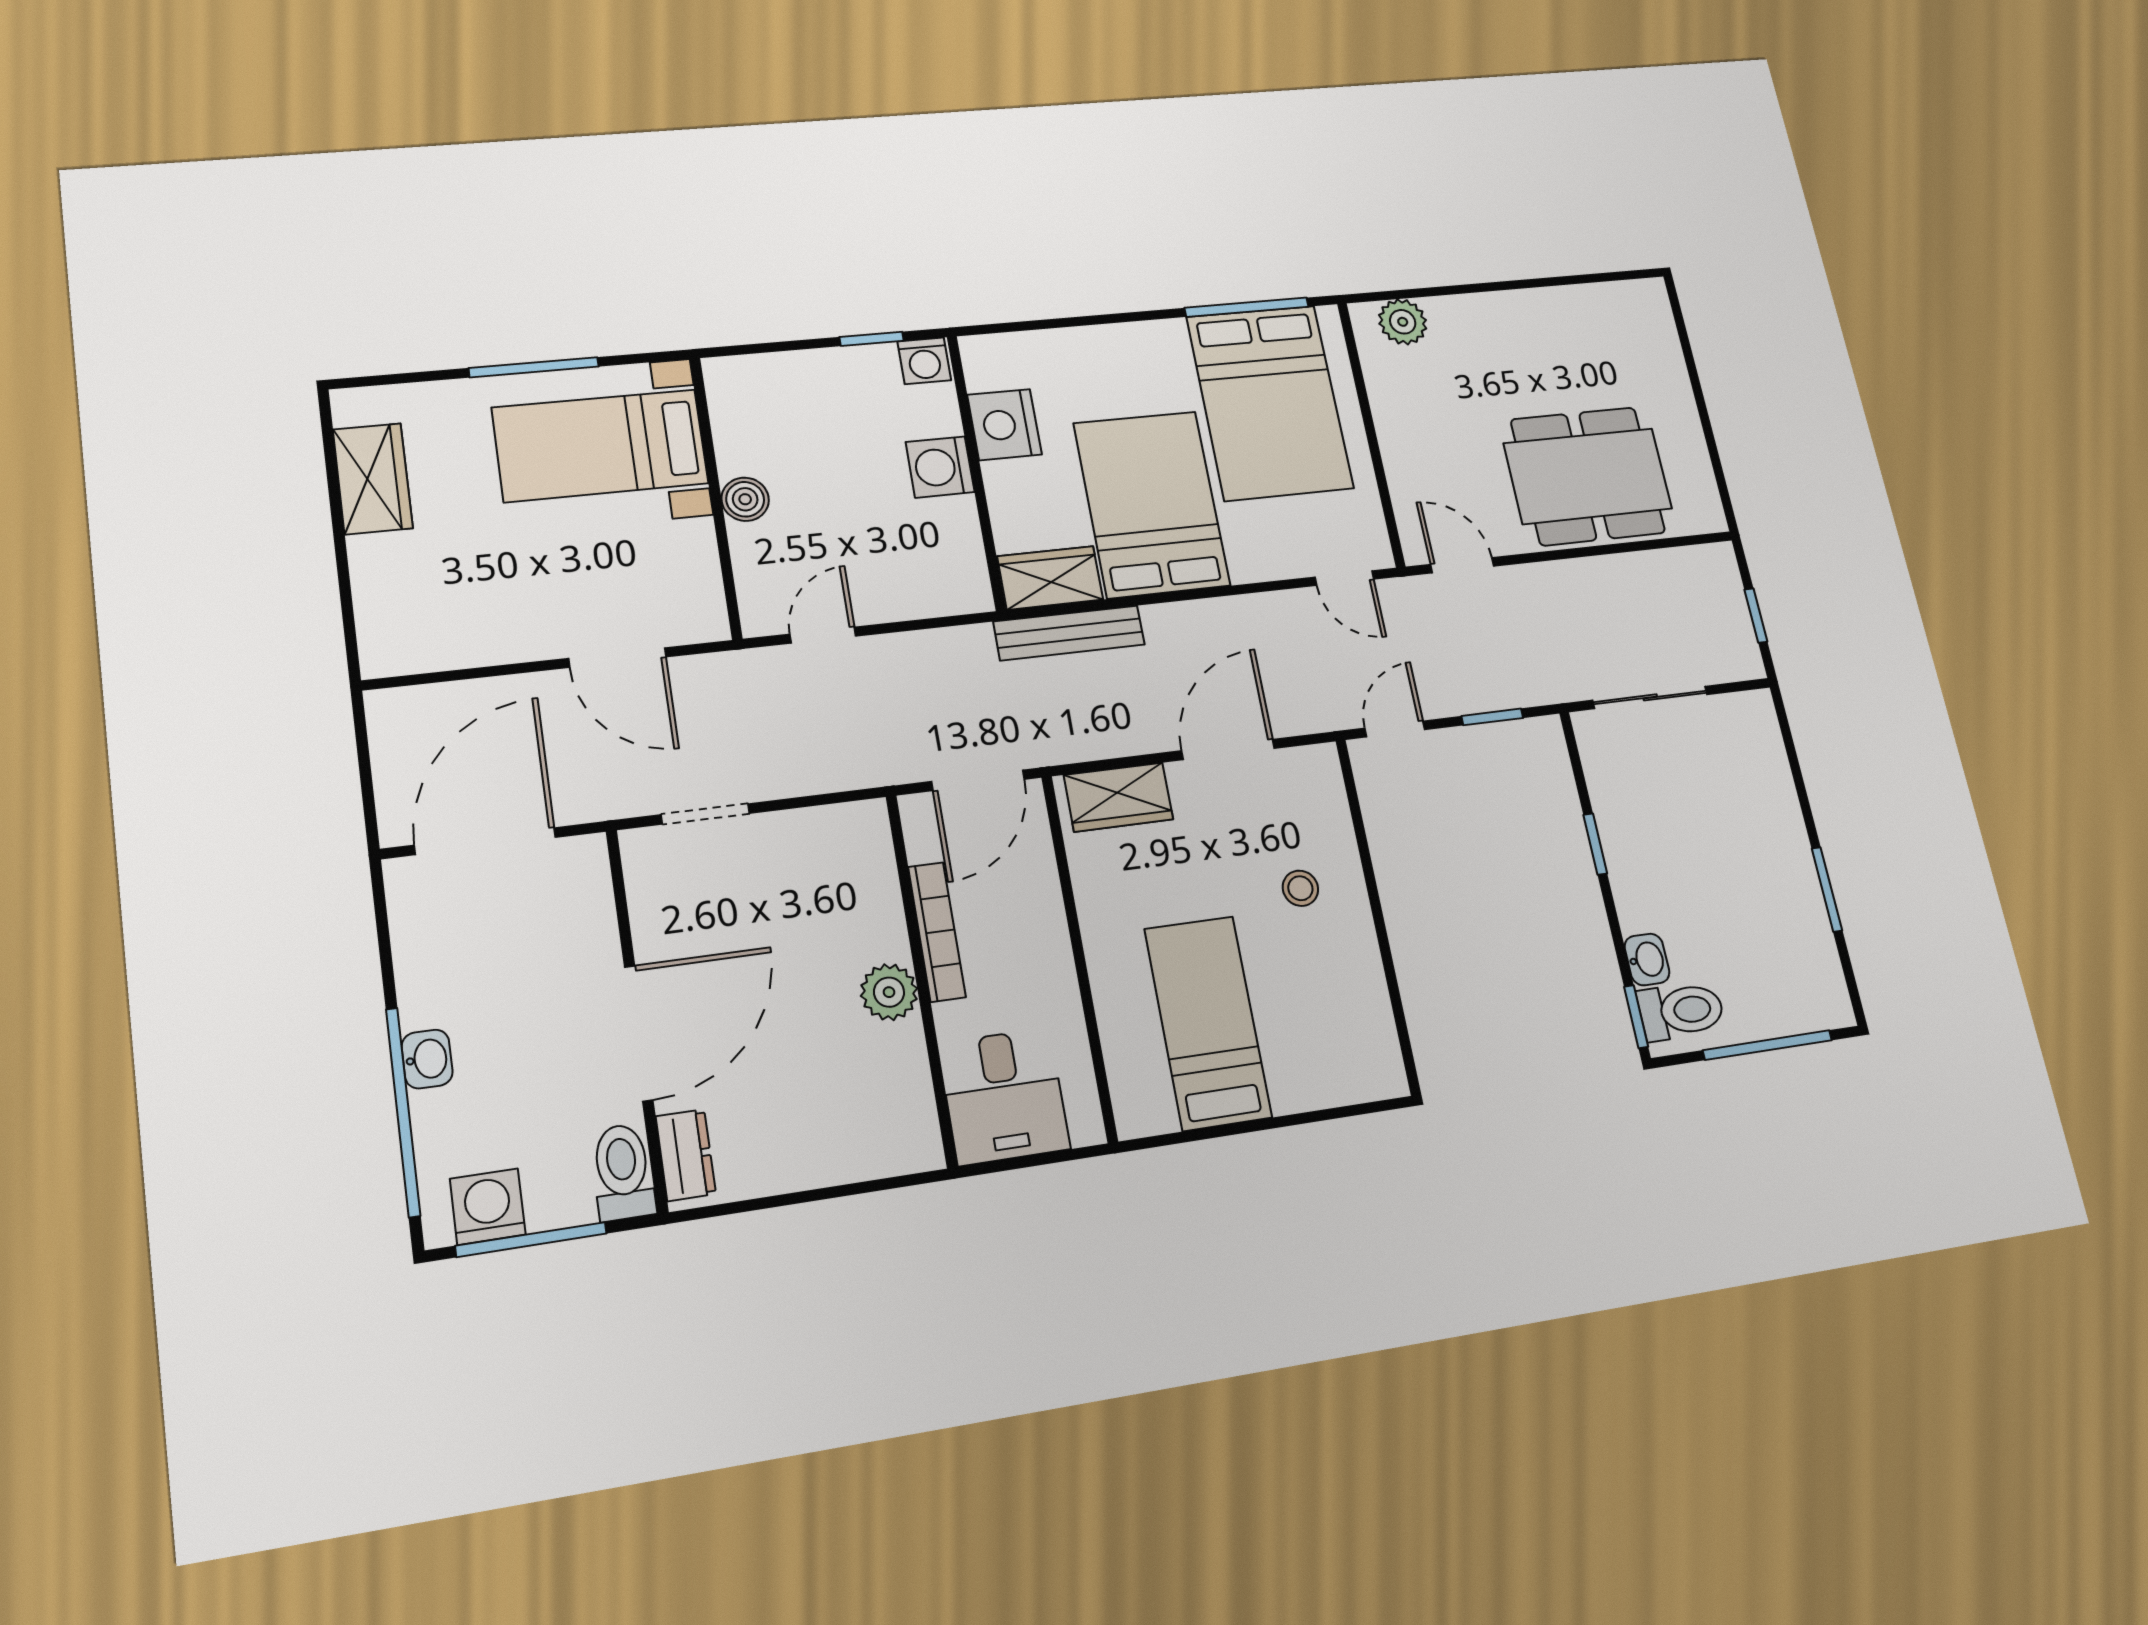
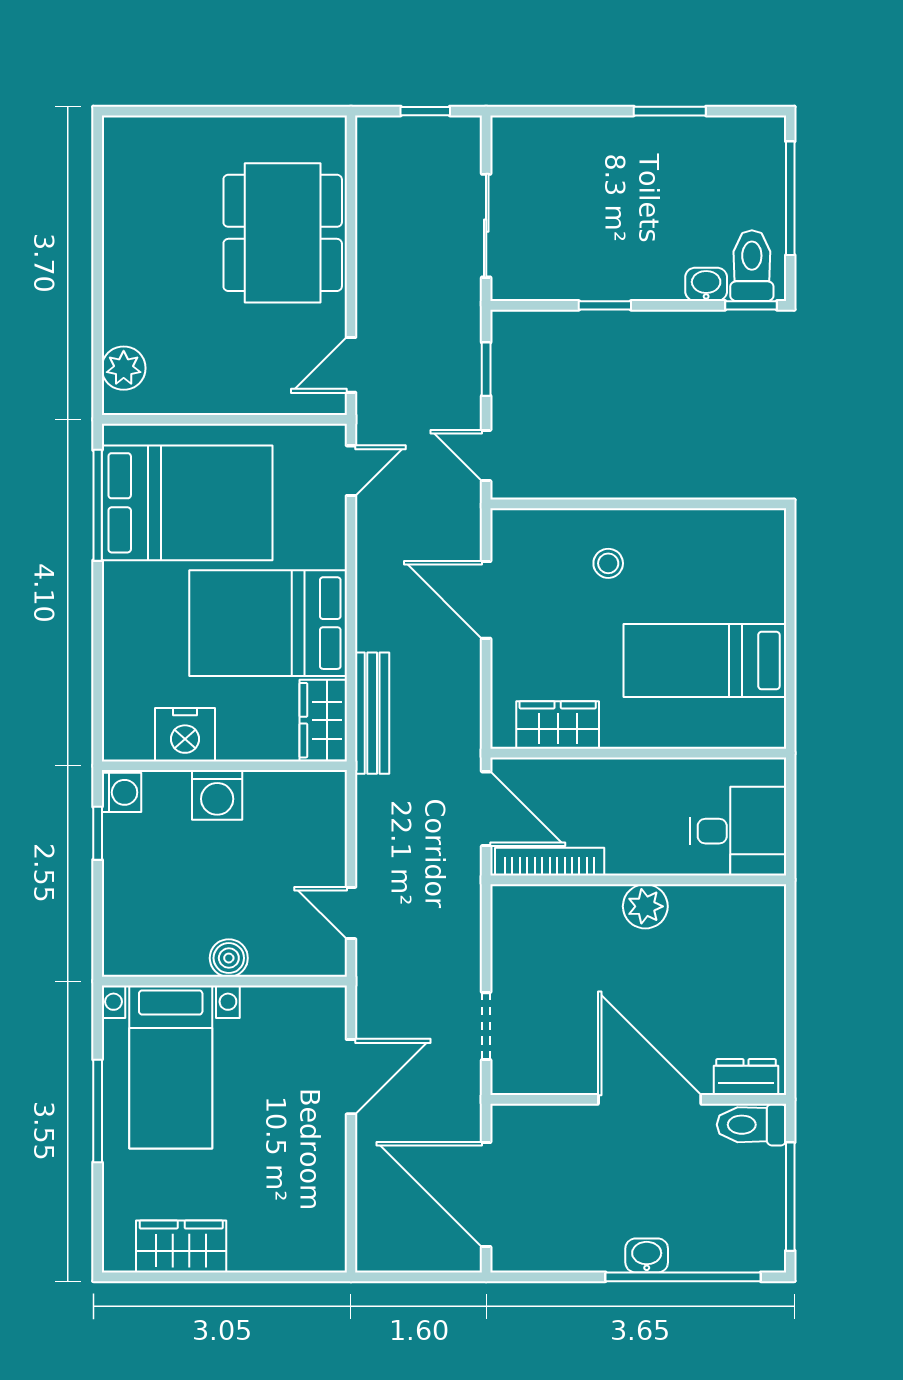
wardrobe: (1118, 797) -> (558, 725), moved, turned -90
bookcase: (937, 932) -> (550, 862), moved
washing machine: (488, 1207) -> (762, 1225), removed

